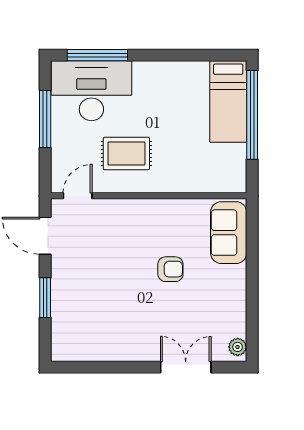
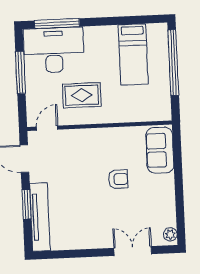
bed: (228, 101) -> (133, 54), moved
tv unit: (62, 315) -> (40, 217), added

